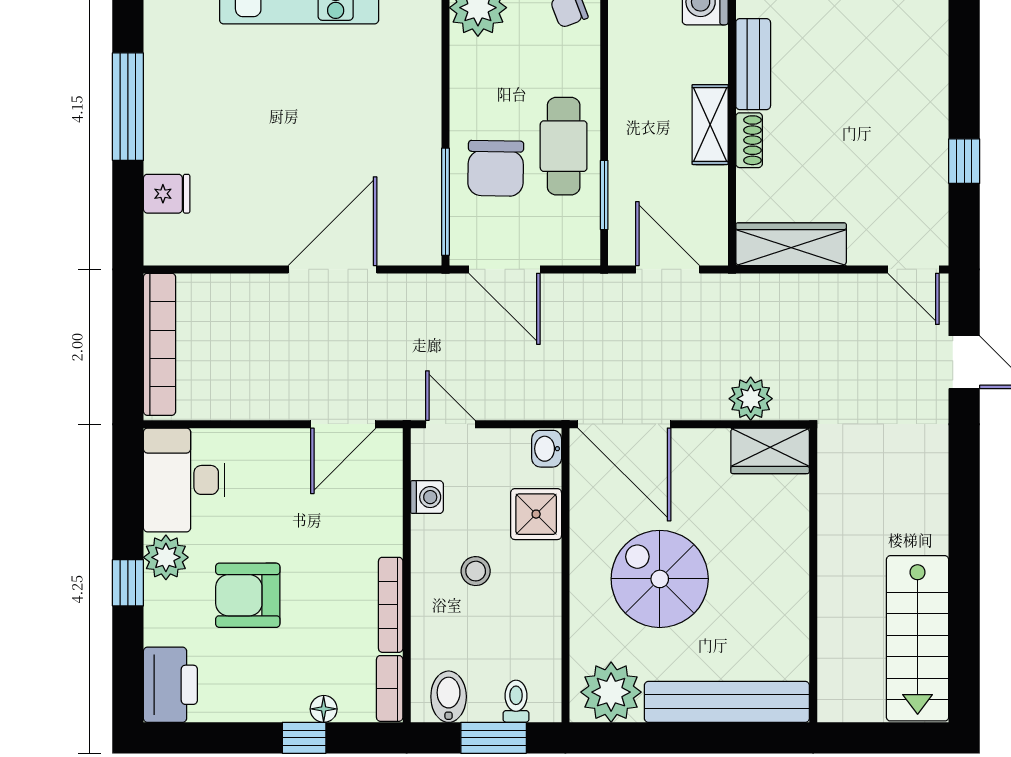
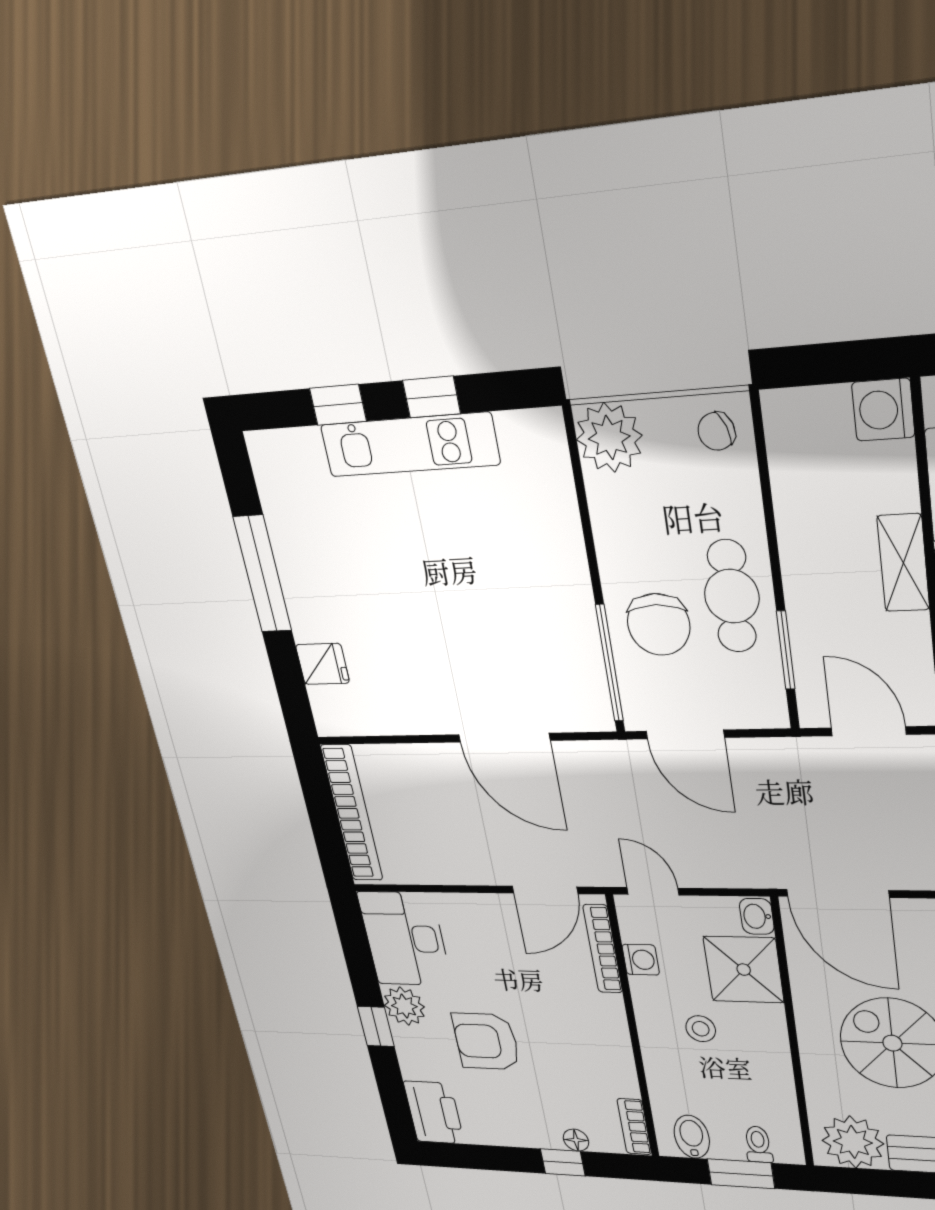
door: (332, 269) -> (504, 738), swing flipped
shower: (536, 514) -> (744, 970), width x1.36, depth x1.36
bookcase: (391, 605) -> (603, 949), moved

